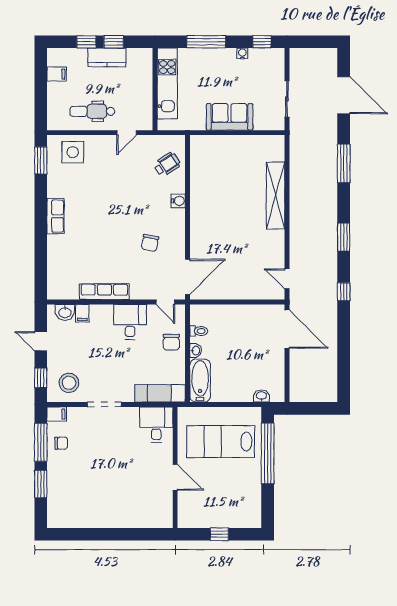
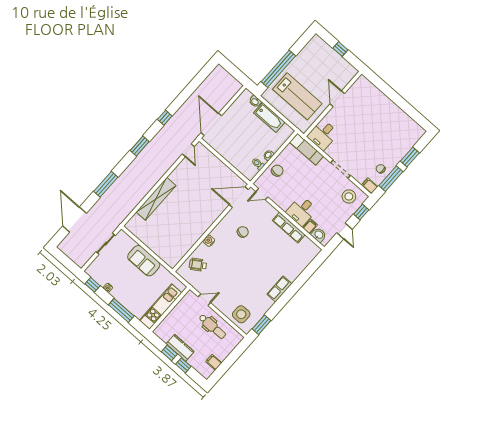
door: (165, 302) -> (262, 194), swing flipped
desk: (130, 322) -> (301, 211), moved
bathtub: (200, 381) -> (269, 118), moved, turned -90

